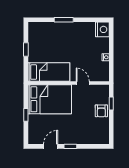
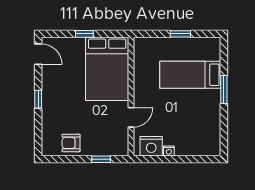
nightstand: (102, 29) -> (151, 146), moved
bed: (49, 72) -> (190, 75), moved, turned 90
armchair: (101, 111) -> (71, 143), moved
door: (51, 146) -> (38, 54), moved

